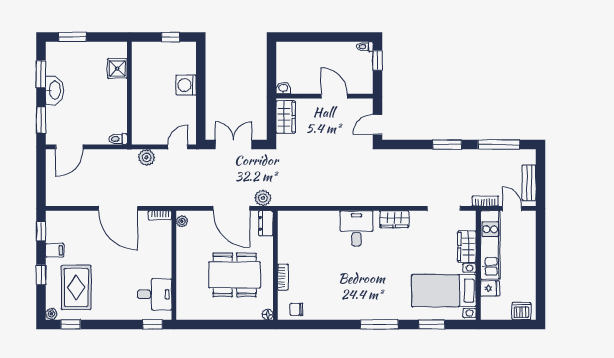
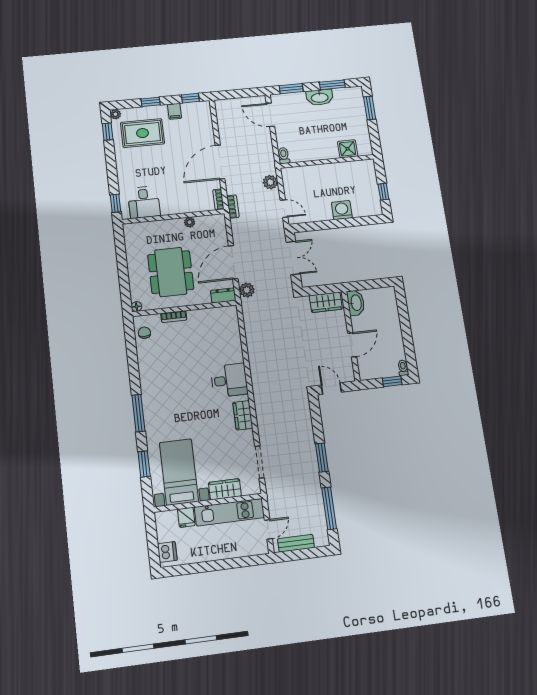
washbasin: (283, 88) -> (356, 303), width x1.91, depth x1.45
bookcase: (485, 201) -> (233, 207), moved
plant: (182, 221) -> (190, 222), moved

